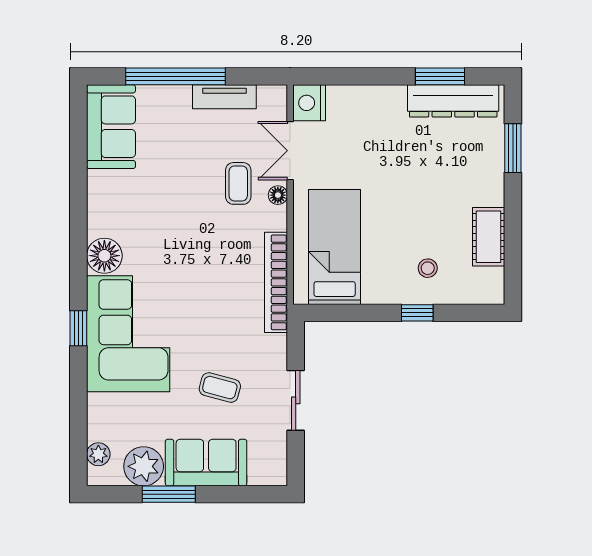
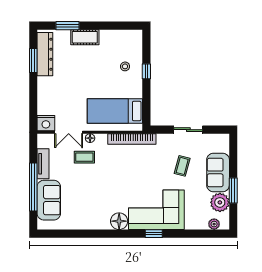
sofa: (111, 127) -> (49, 200), moved, turned 90
cot: (489, 237) -> (85, 37), moved

